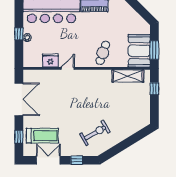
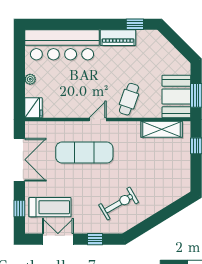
window: (19, 34) -> (19, 74), removed
fridge: (50, 61) -> (34, 108), moved, turned 90
door: (68, 68) -> (98, 119), moved
exercise mat: (69, 94) -> (84, 153), added

